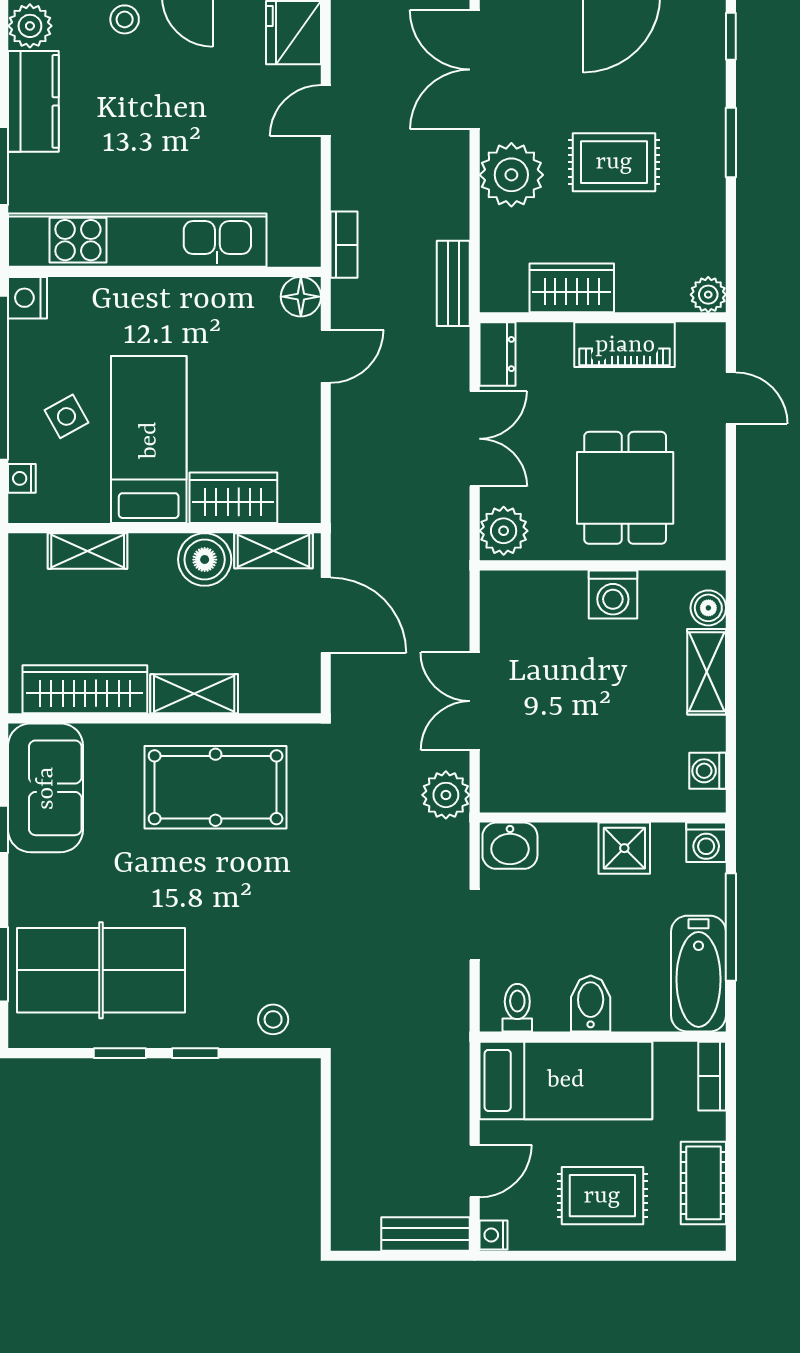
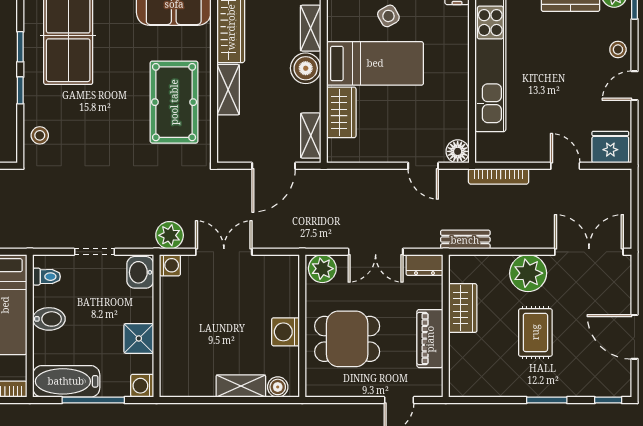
bookcase: (344, 245) -> (499, 176), width x1.56
plant: (708, 295) -> (459, 387), removed
boiler: (205, 560) -> (306, 68), moved
washing machine: (708, 771) -> (170, 265), moved, turned 90

